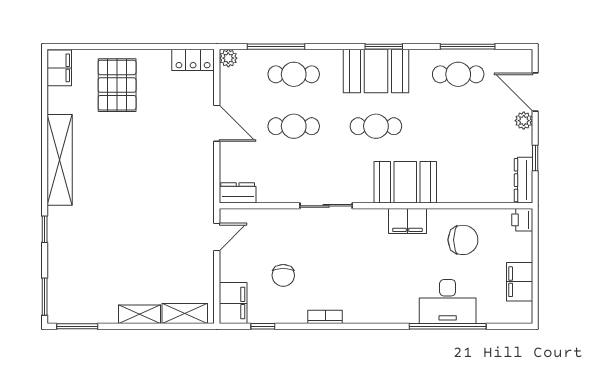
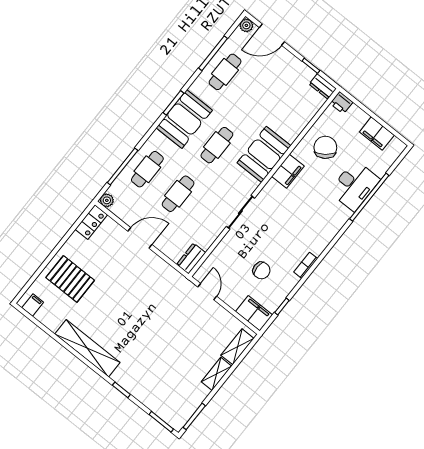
filing cabinet: (59, 68) -> (33, 305), width x0.50
plant: (524, 121) -> (246, 25), moved
dresser: (524, 180) -> (323, 87), width x0.70
chair: (463, 240) -> (325, 147), turned -36

